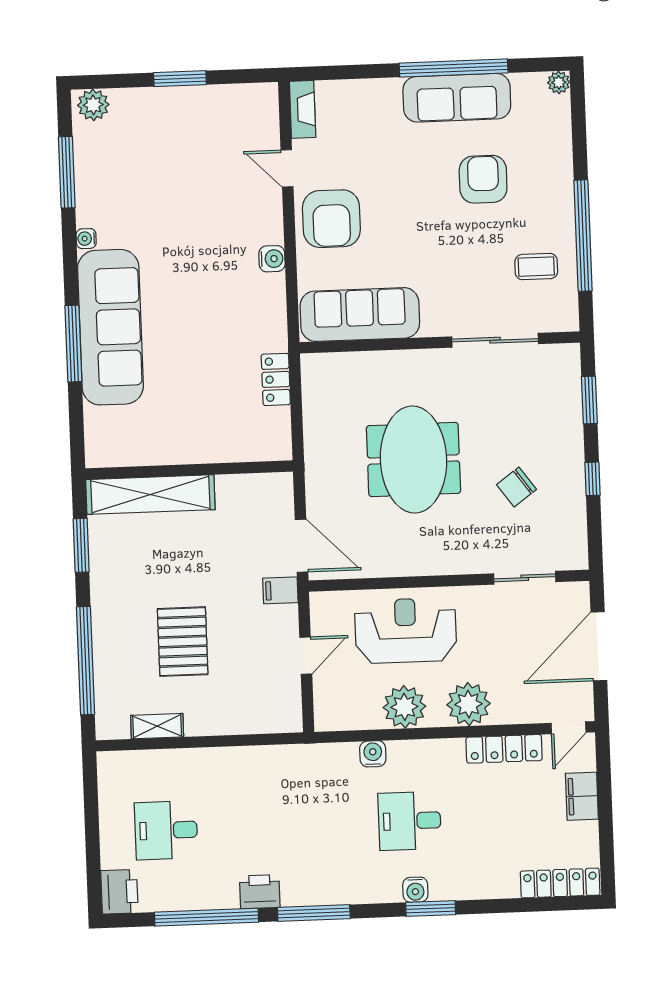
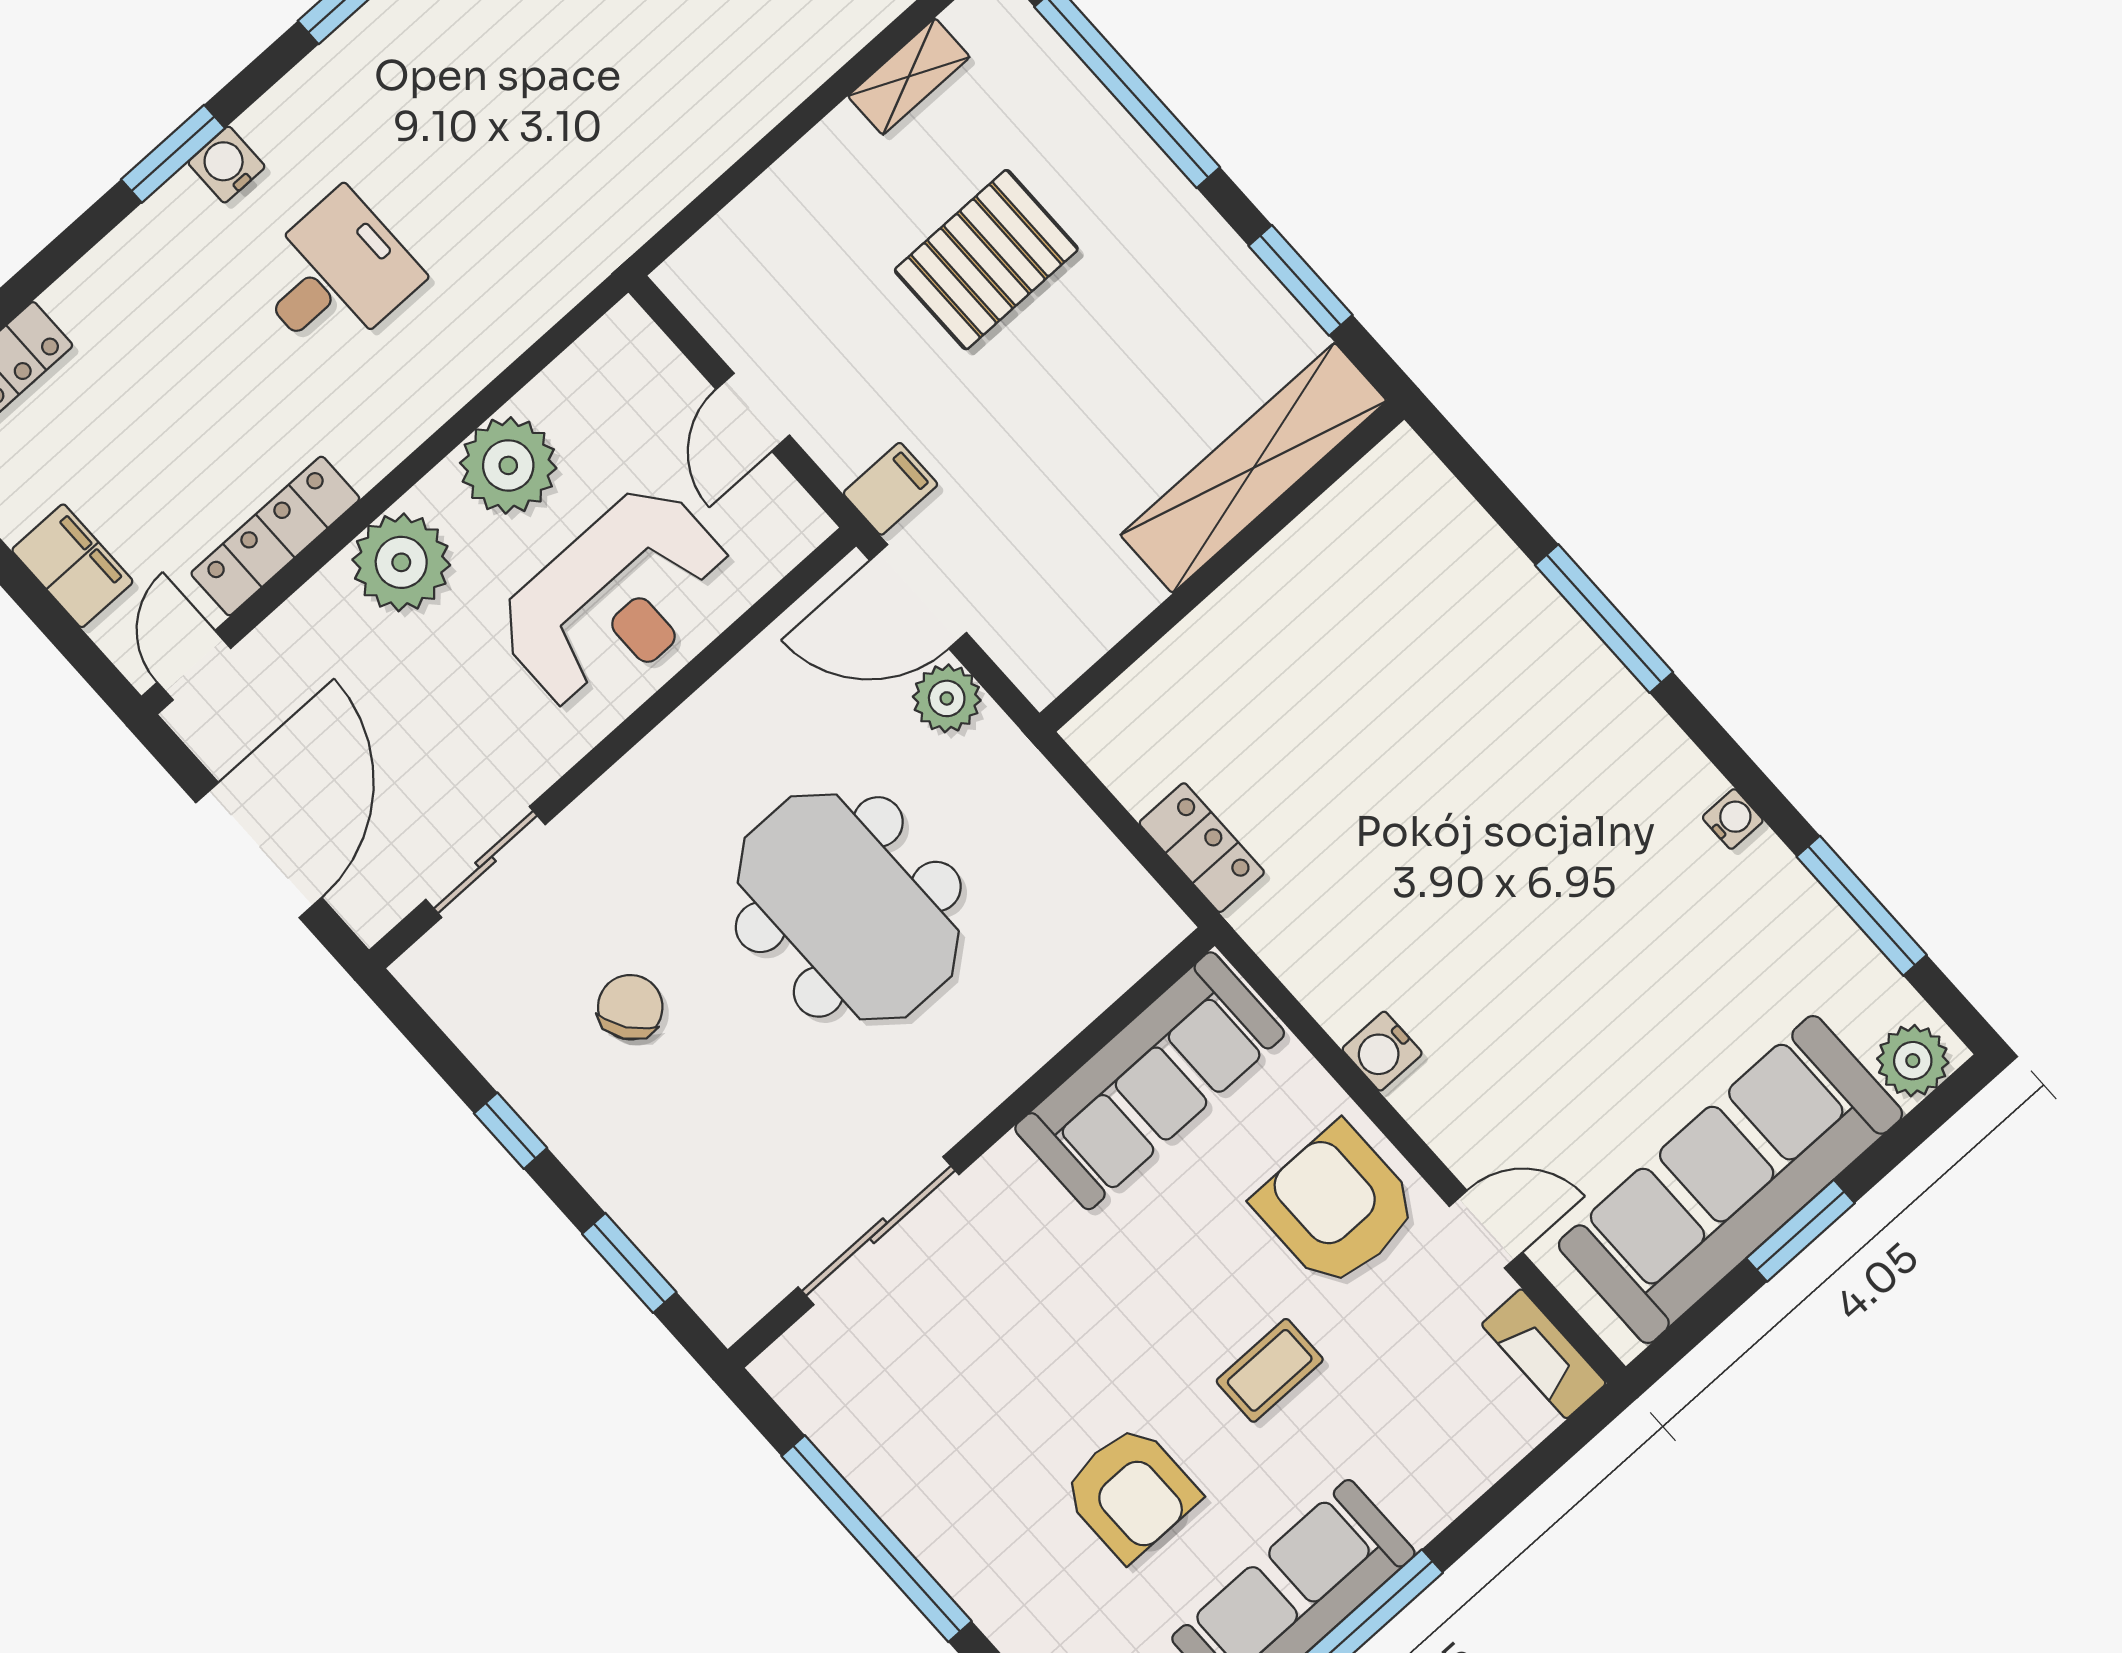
coffee table: (536, 267) -> (1270, 1370), moved
sofa: (110, 327) -> (1730, 1180), moved, turned 90
plant: (321, 503) -> (947, 698), added
pallet: (183, 642) -> (986, 260), turned 90
water cooler: (373, 754) -> (495, 339), removed

